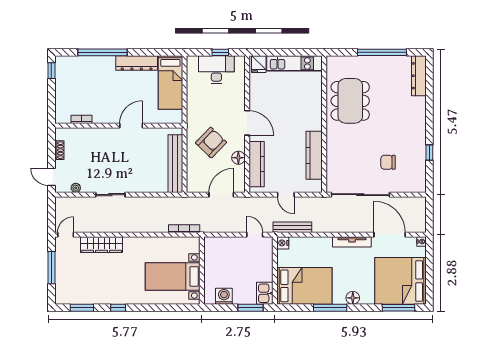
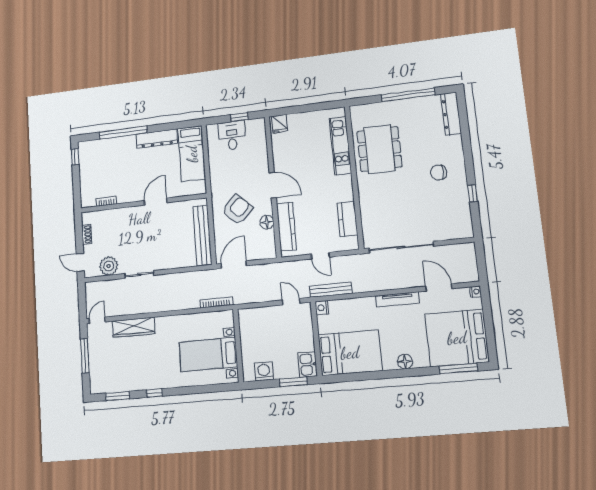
kitchen unit: (295, 63) -> (340, 146), moved, turned 90
desk: (216, 70) -> (232, 135), width x0.73
kitchen counter: (314, 155) -> (347, 219), width x0.67
chair: (388, 162) -> (439, 172), moved
plant: (76, 188) -> (109, 266), width x1.87, depth x1.87
door: (221, 195) -> (234, 265), moved
door: (390, 235) -> (439, 287), width x0.73
window: (330, 308) -> (381, 375), removed

